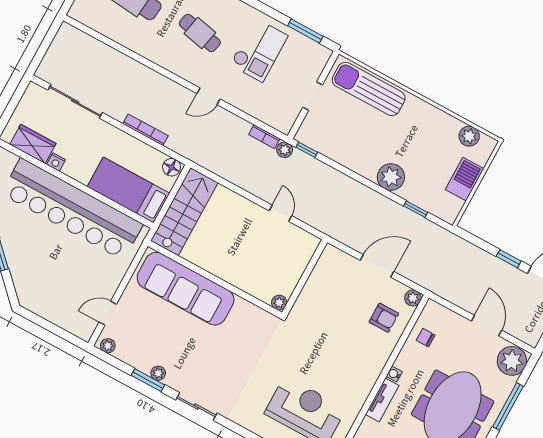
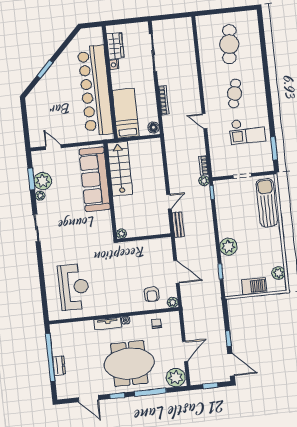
stairs: (184, 212) -> (120, 169), moved, turned -90
bench: (318, 222) -> (178, 225), added
plant: (108, 346) -> (43, 181), moved, width x1.87, depth x1.87
window: (148, 380) -> (31, 179), moved

